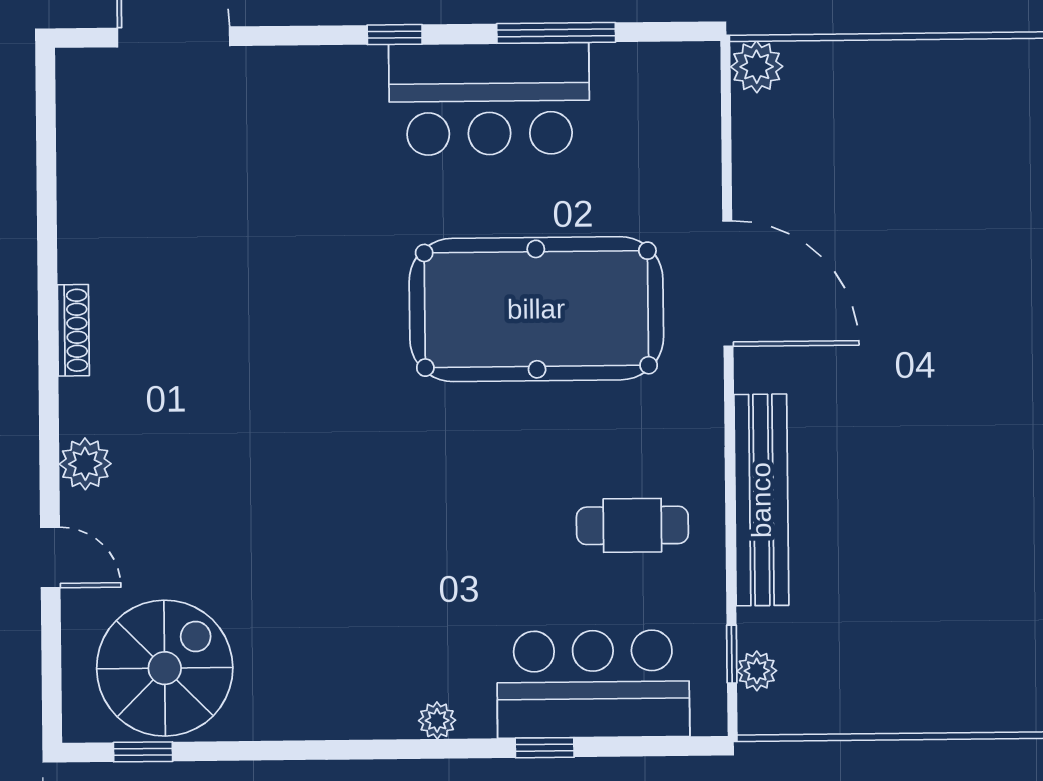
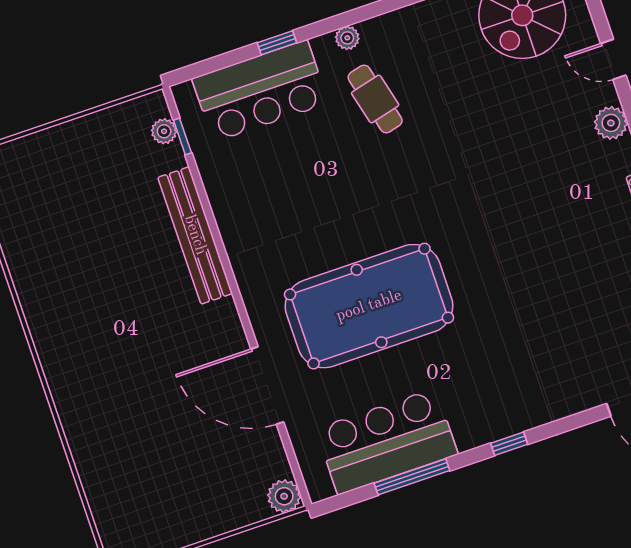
bar counter: (489, 99) -> (387, 441), moved
door: (728, 284) -> (267, 386), moved
cafe table: (632, 525) -> (375, 99), moved, turned 76

